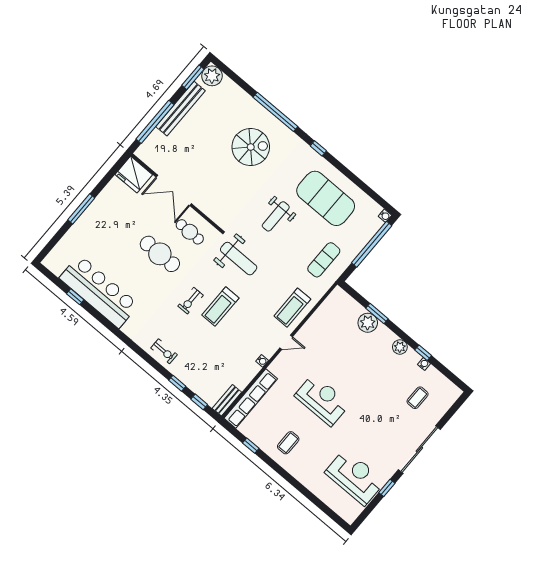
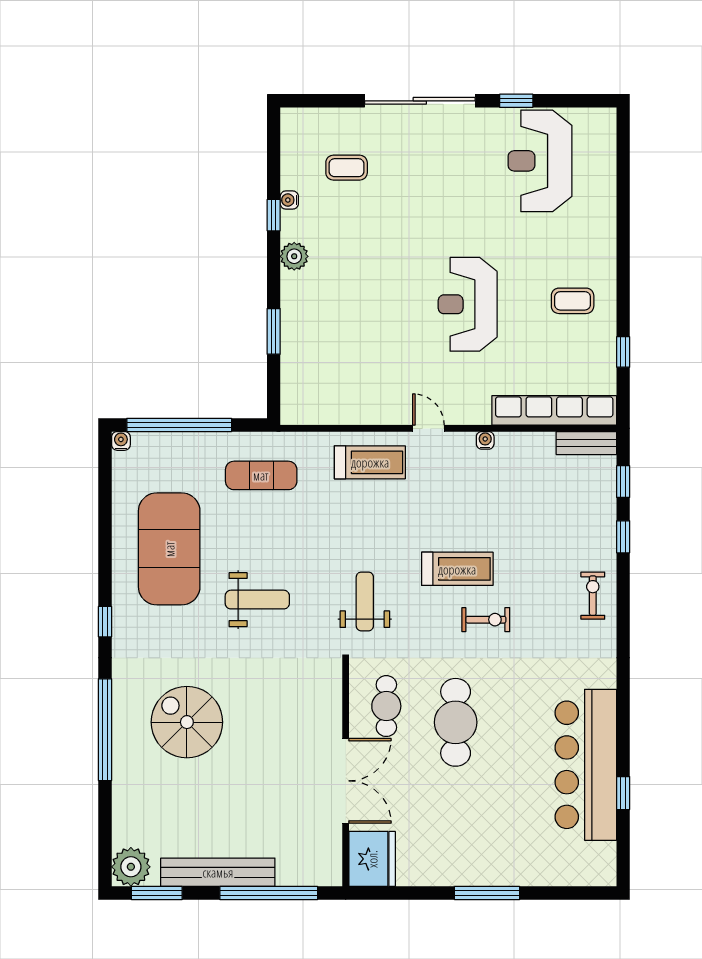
weight bench: (239, 259) -> (365, 601), width x0.73, depth x0.75
plant: (368, 323) -> (299, 333), removed

